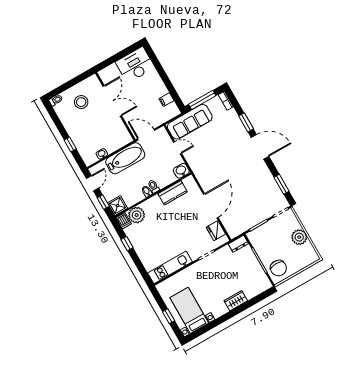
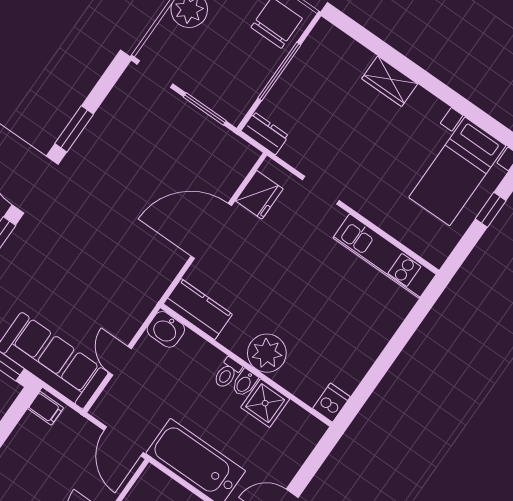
filing cabinet: (166, 100) -> (46, 408), moved
window: (281, 184) -> (74, 129), moved
kitchen counter: (173, 193) -> (198, 309), moved
window: (103, 202) -> (312, 465), removed
shower: (118, 206) -> (265, 403), moved
plant: (137, 215) -> (267, 353), moved
window: (127, 244) -> (377, 372), removed

